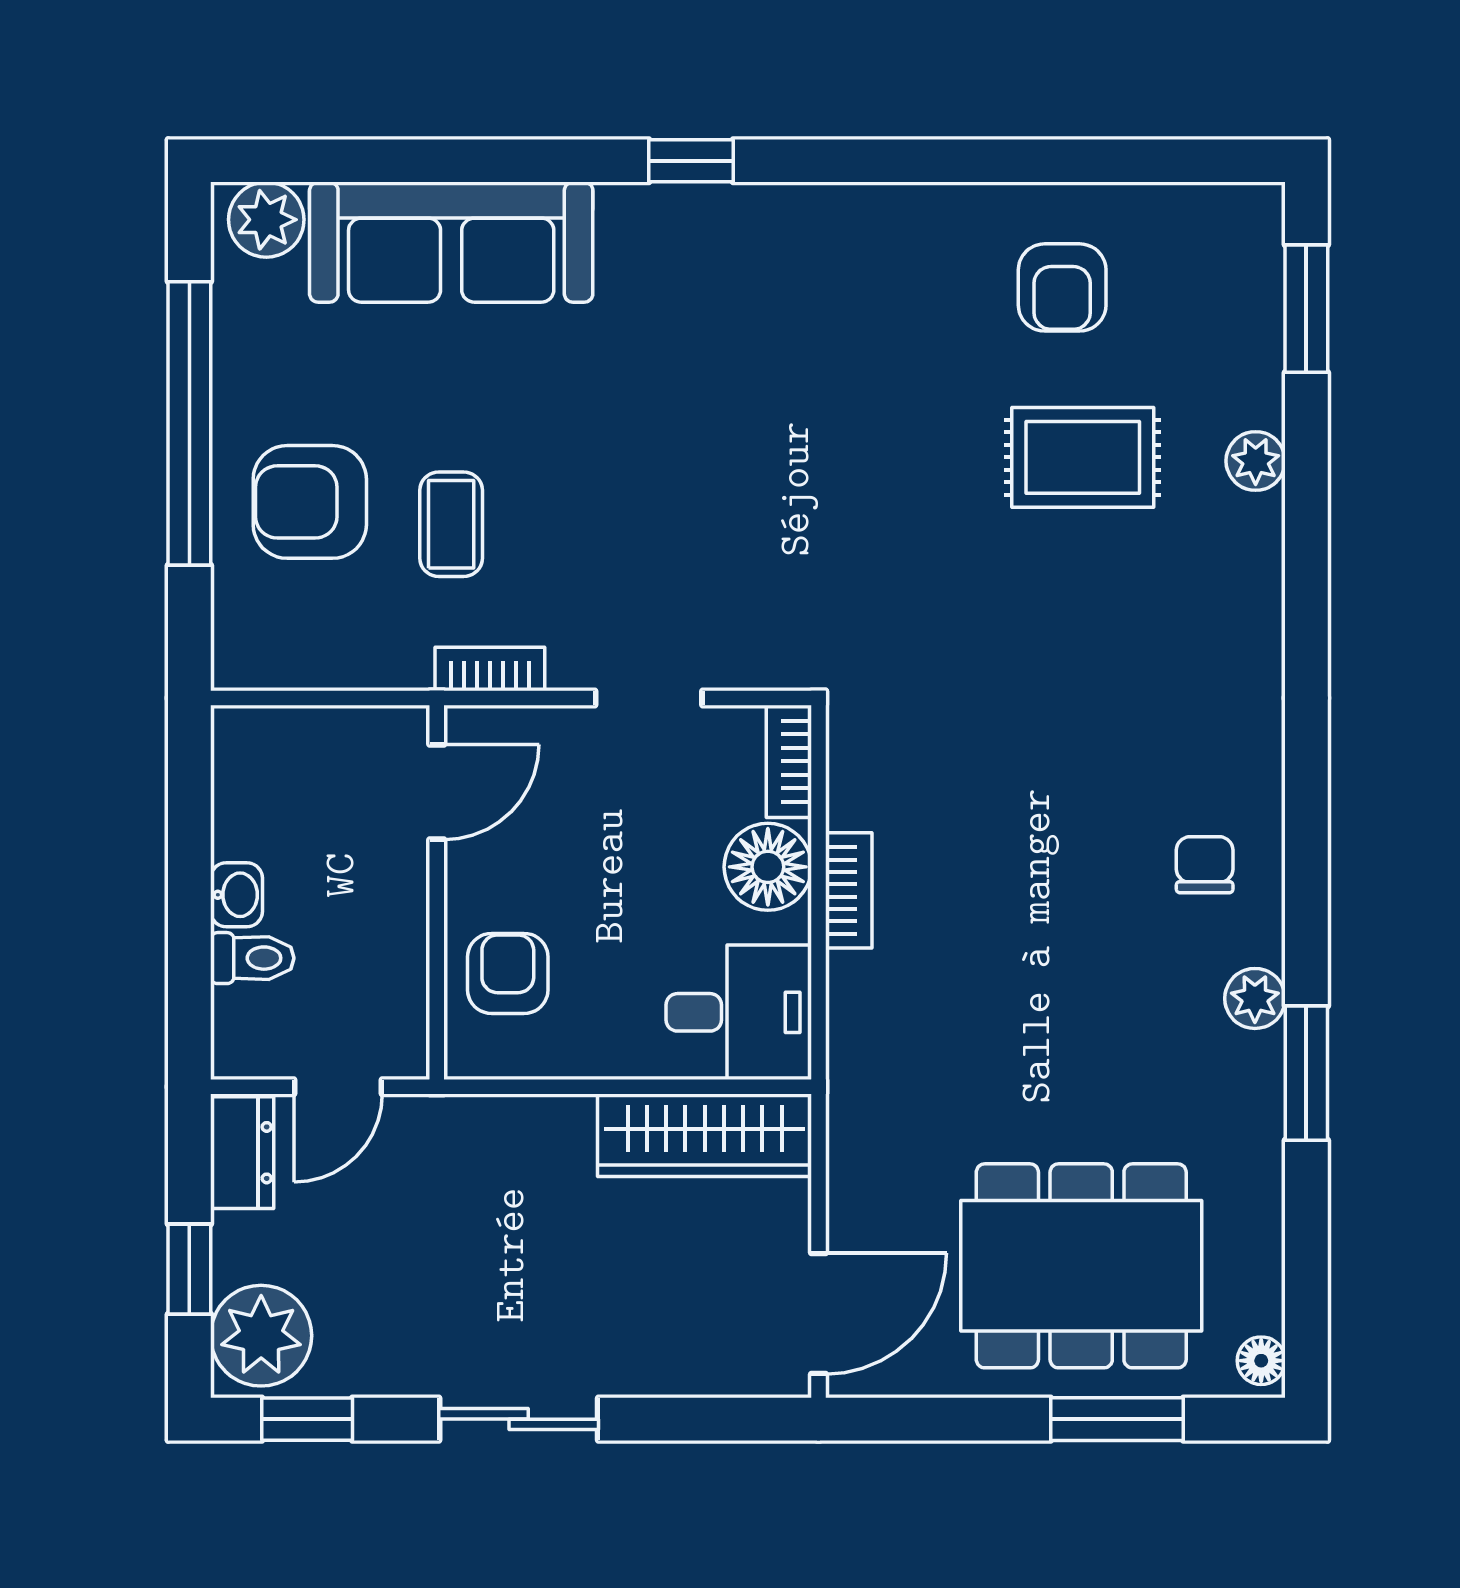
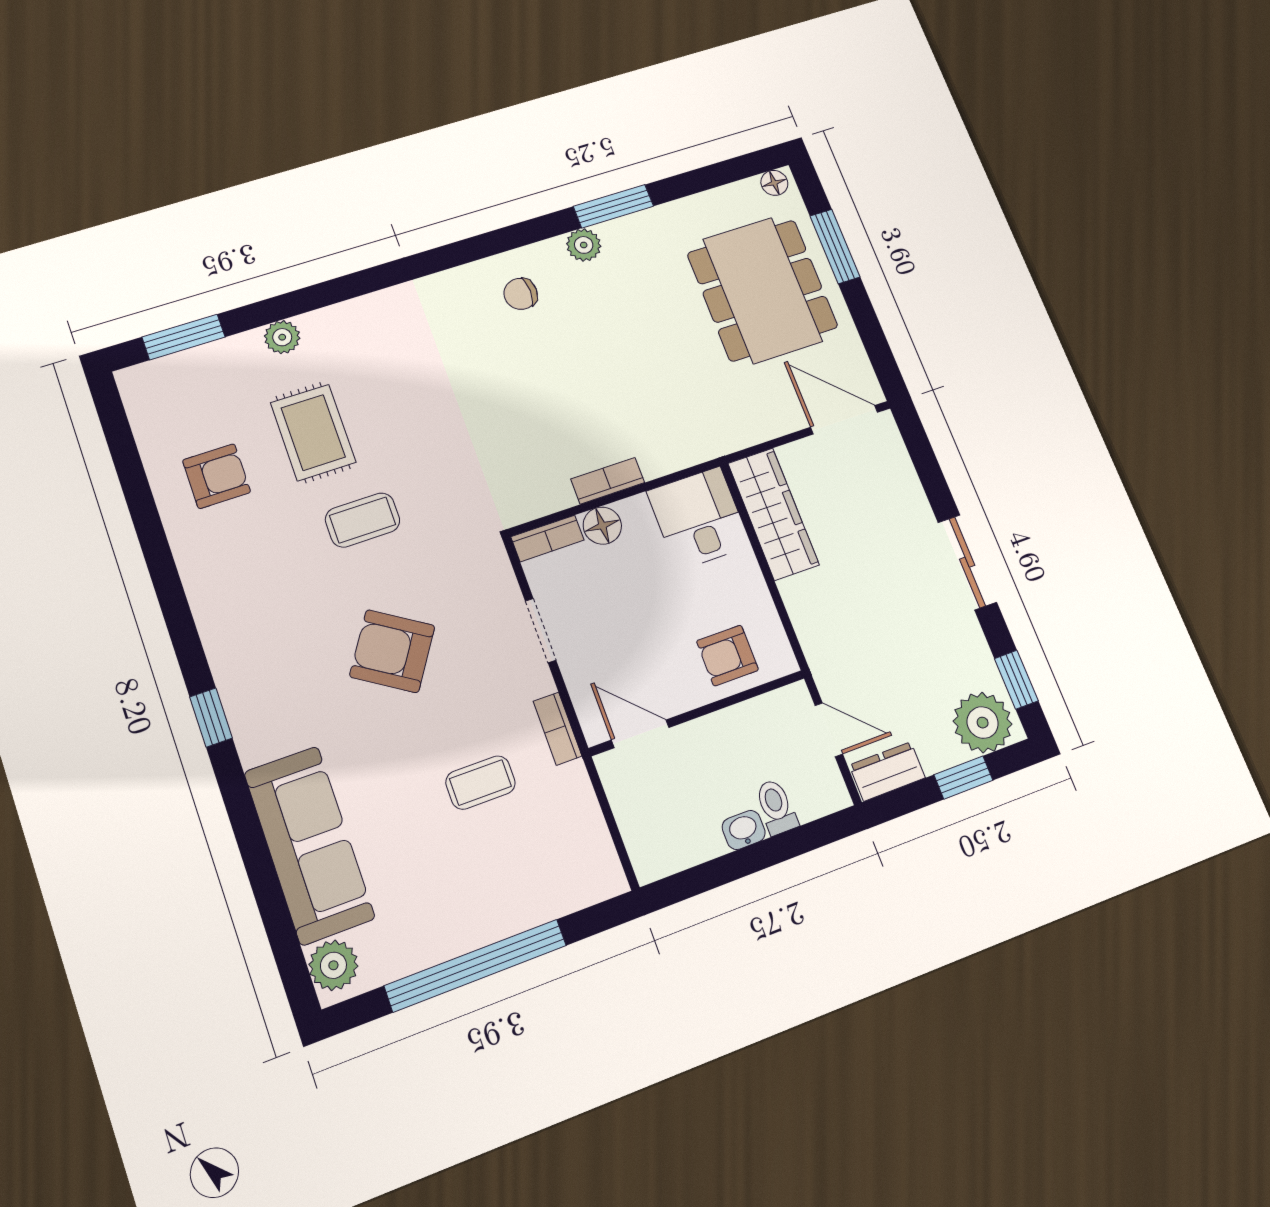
coffee table: (917, 486) -> (363, 520), added
armchair: (310, 502) -> (392, 651), moved, turned 123
floor lamp: (768, 867) -> (602, 526), width x0.73, depth x0.73

